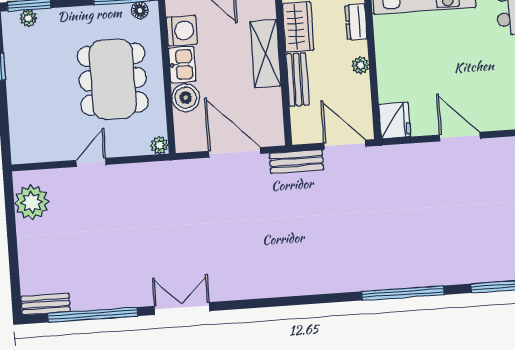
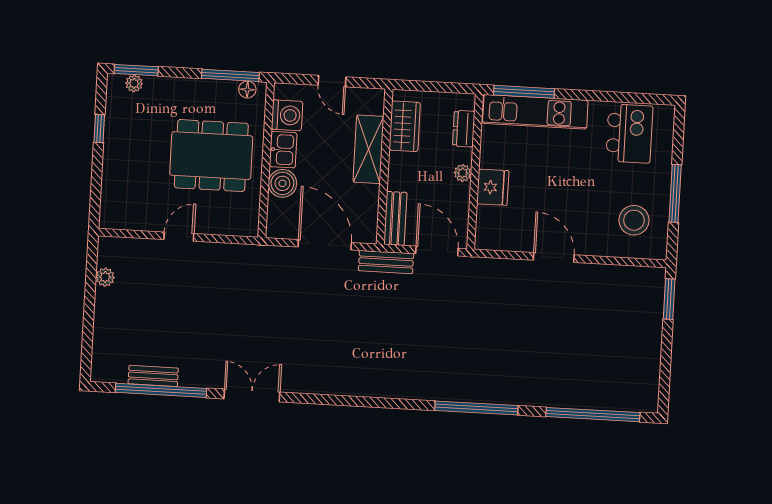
dining table: (113, 79) -> (211, 156), turned 90
bench: (298, 79) -> (395, 218), moved
fridge: (395, 120) -> (493, 187), moved
plant: (159, 145) -> (250, 228), removed
plant: (32, 202) -> (105, 277), width x0.53, depth x0.53
bench: (45, 304) -> (153, 376), moved

